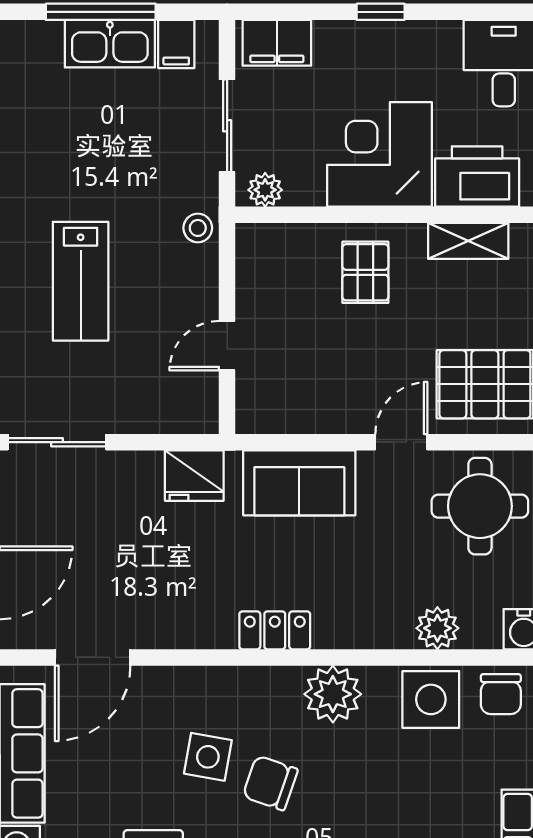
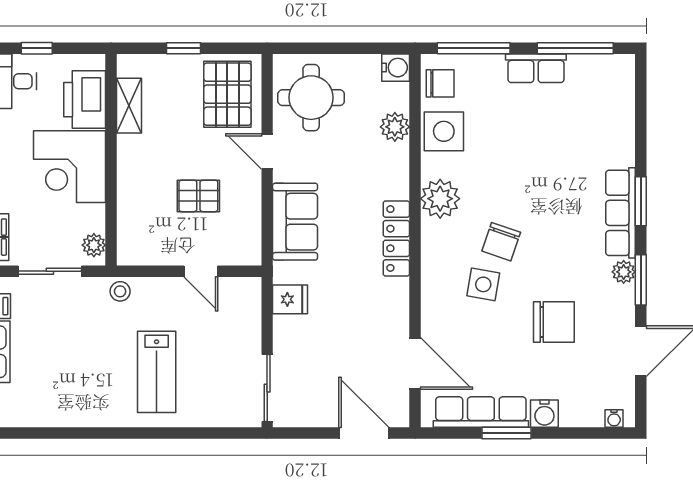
pallet: (365, 272) -> (198, 196), moved
lab bench: (81, 281) -> (157, 372), turned 90
fridge: (194, 476) -> (290, 299), width x0.72
locker: (275, 630) -> (396, 239), width x1.53

